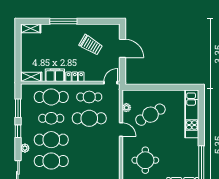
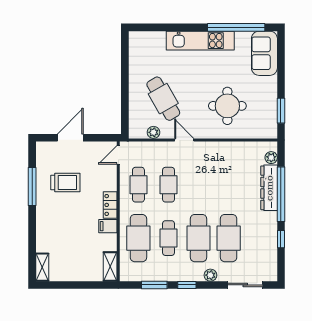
window: (63, 21) -> (32, 186), moved
trolley: (91, 45) -> (65, 183), turned 59
filing cabinet: (55, 75) -> (108, 226), width x0.50
door: (111, 83) -> (118, 155), hinge flipped
kitchen unit: (192, 114) -> (200, 41), moved
cafe table: (89, 118) -> (168, 185), width x0.73, depth x0.74
door: (121, 129) -> (184, 140), hinge flipped

